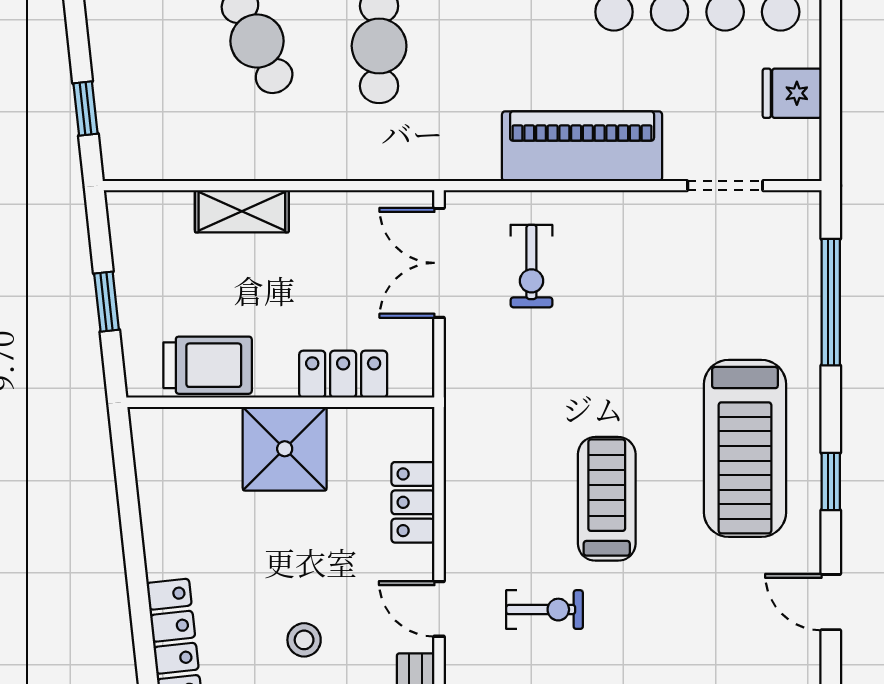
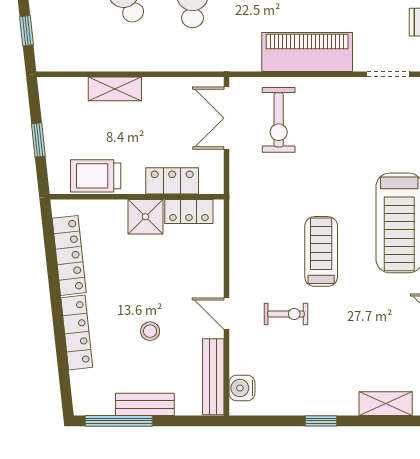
exercise bike: (531, 266) -> (279, 120), width x1.38, depth x1.39
trolley: (208, 365) -> (96, 176), turned 180
shower: (285, 449) -> (145, 217), width x0.73, depth x0.73
locker: (413, 502) -> (189, 212), moved, turned -90
locker: (161, 506) -> (69, 255), added

